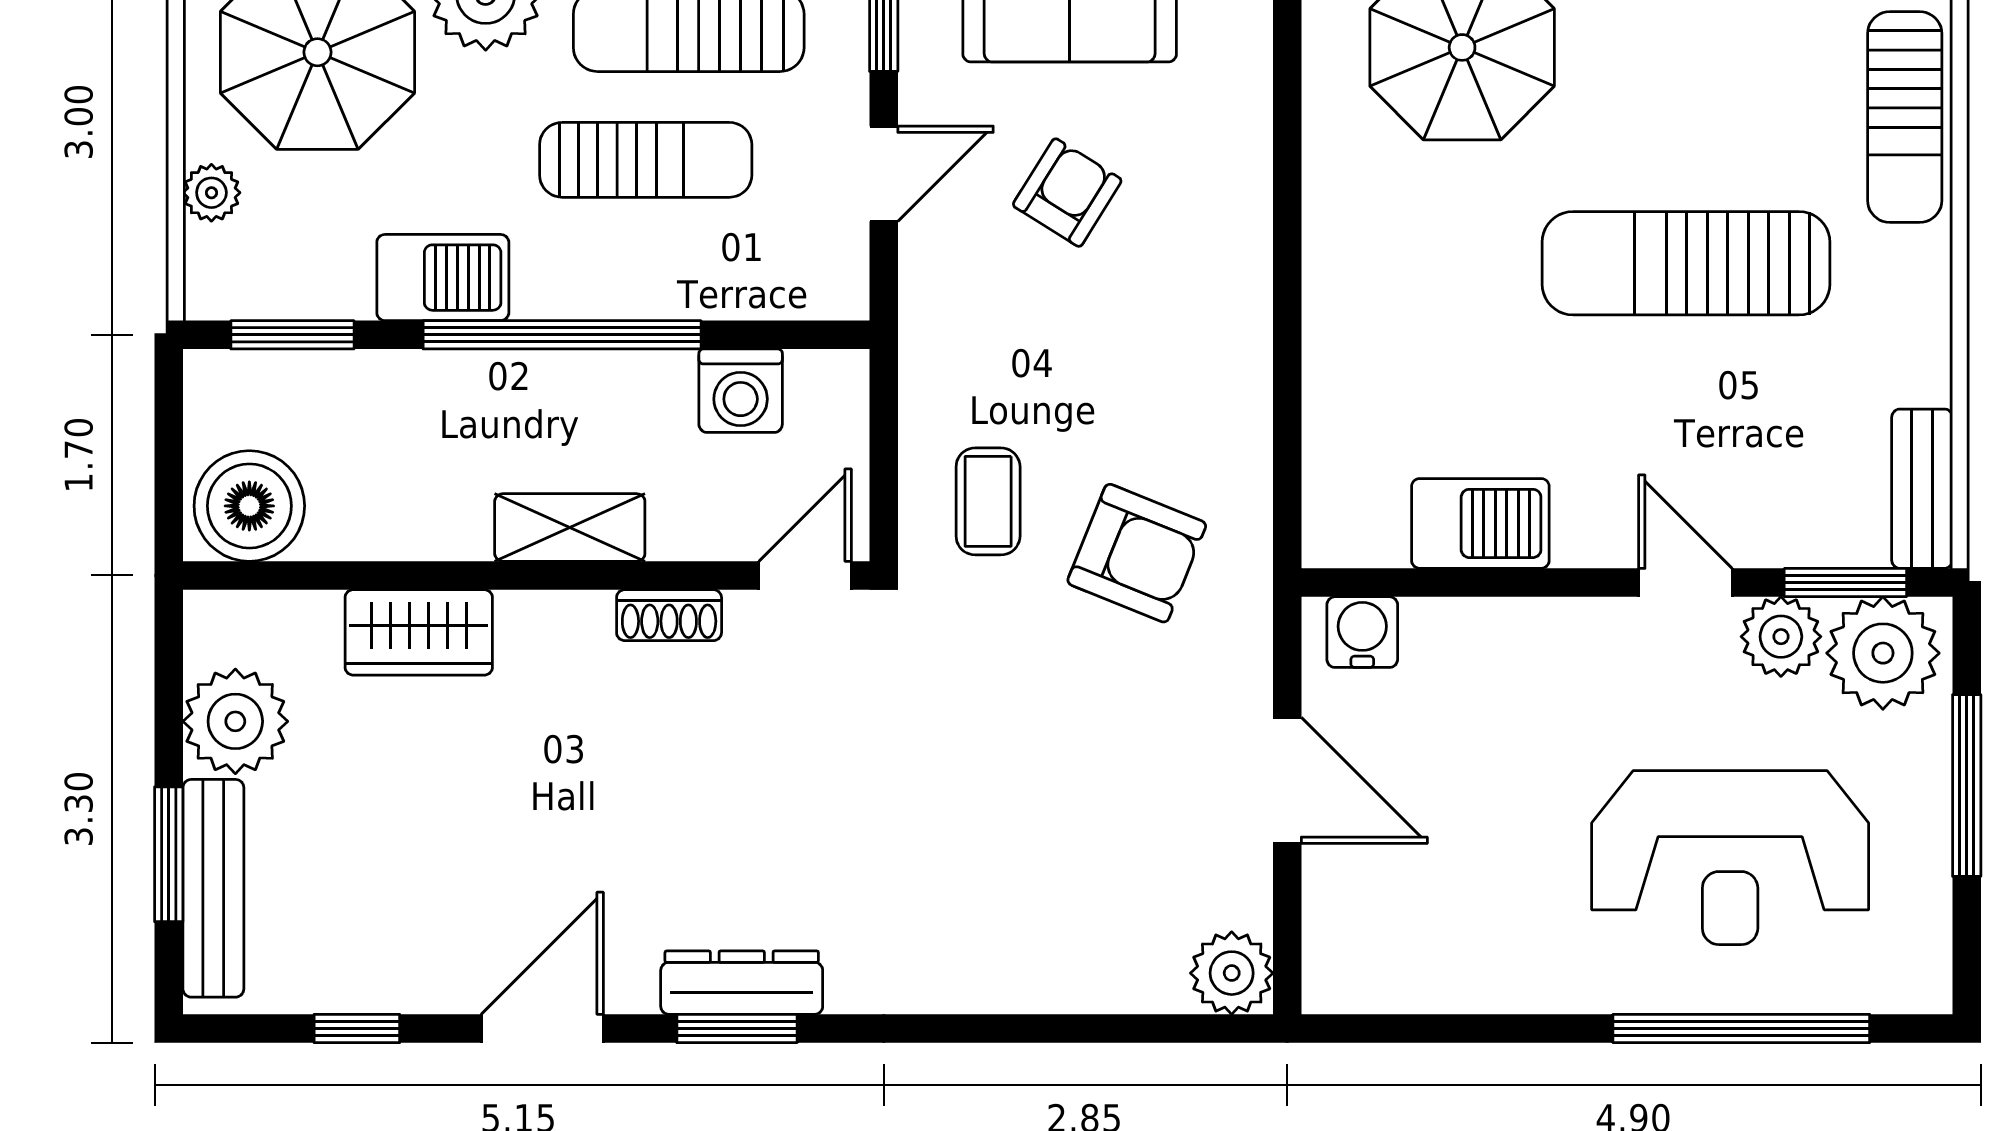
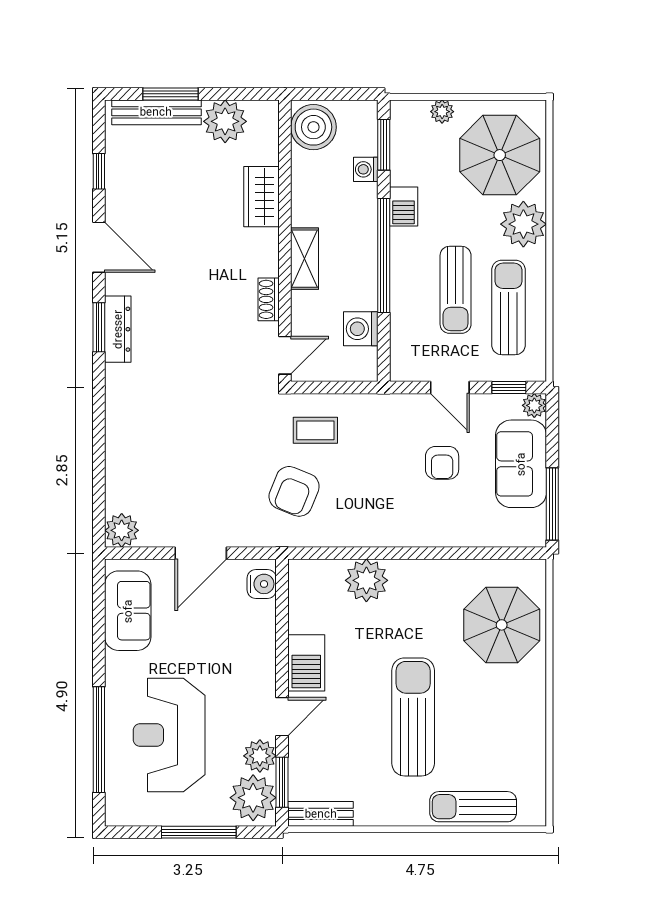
armchair: (1067, 193) -> (442, 463), turned 58
barbecue: (443, 278) -> (404, 207), width x0.73, depth x0.79
plant: (1353, 377) -> (366, 580), added
washing machine: (352, 379) -> (366, 169), added
barbecue: (1480, 523) -> (306, 663), moved
door: (805, 575) -> (285, 355), hinge flipped
sofa: (1427, 958) -> (128, 611), added

